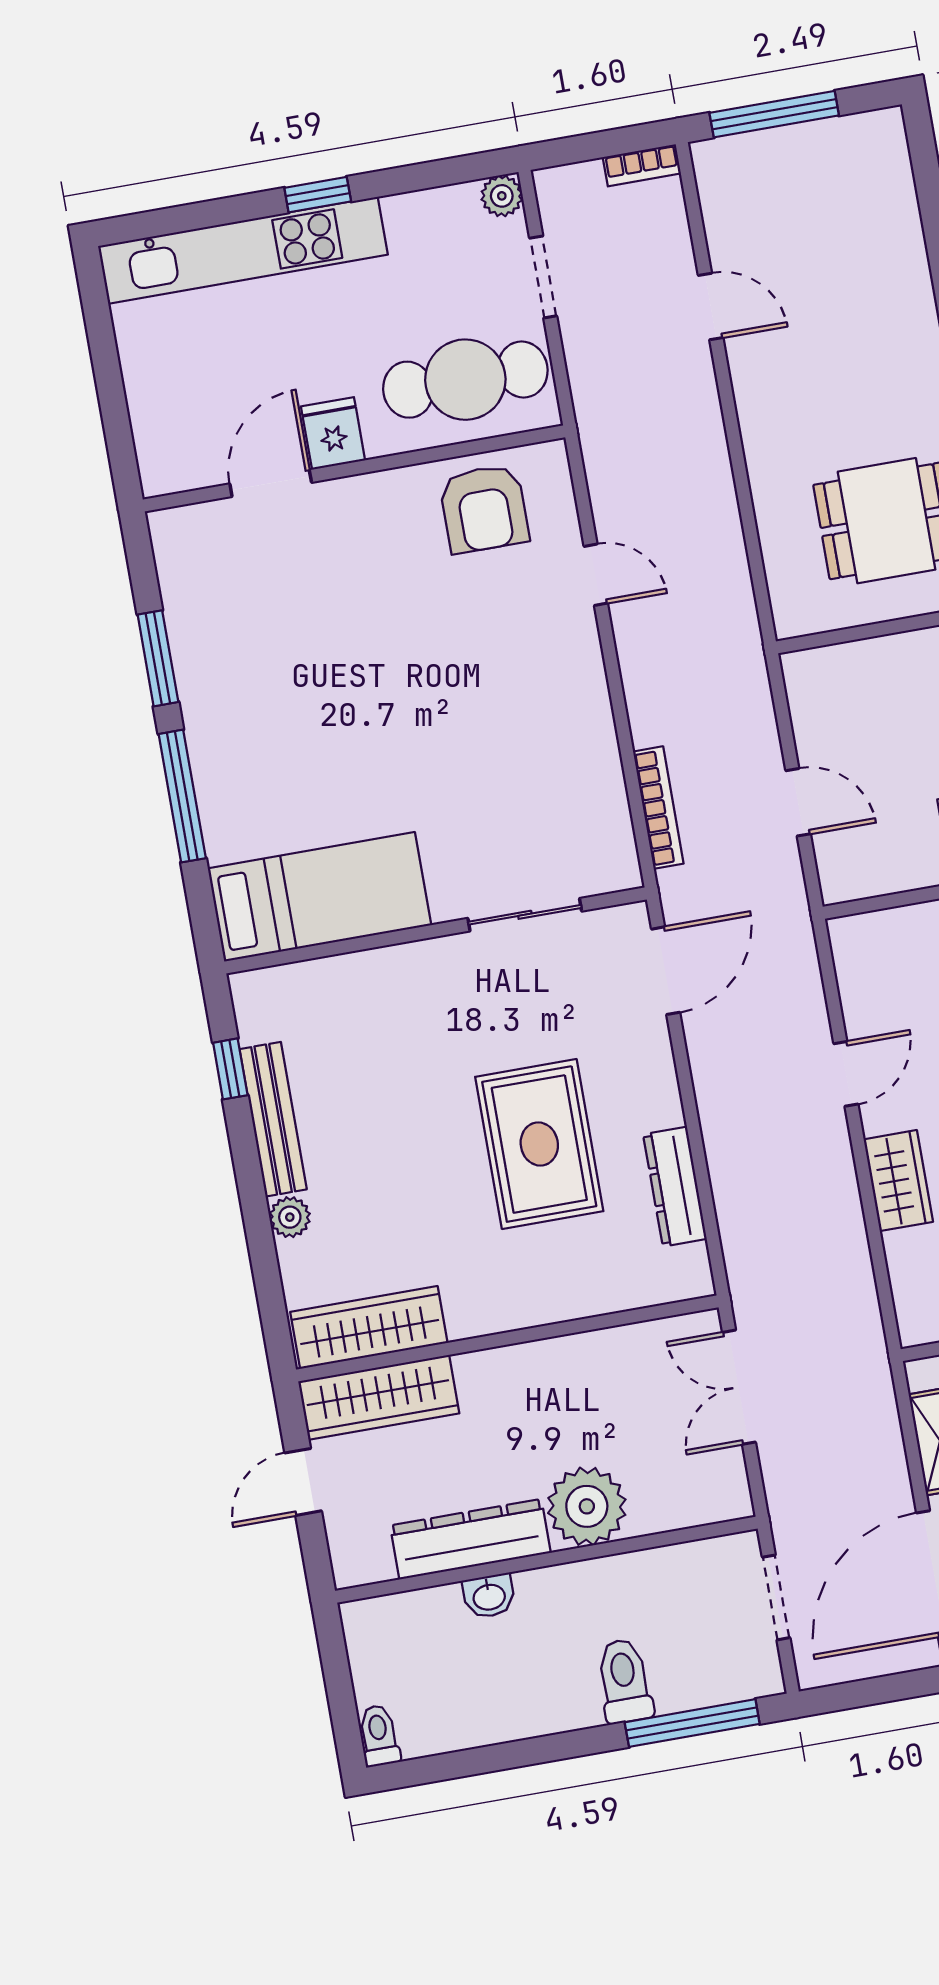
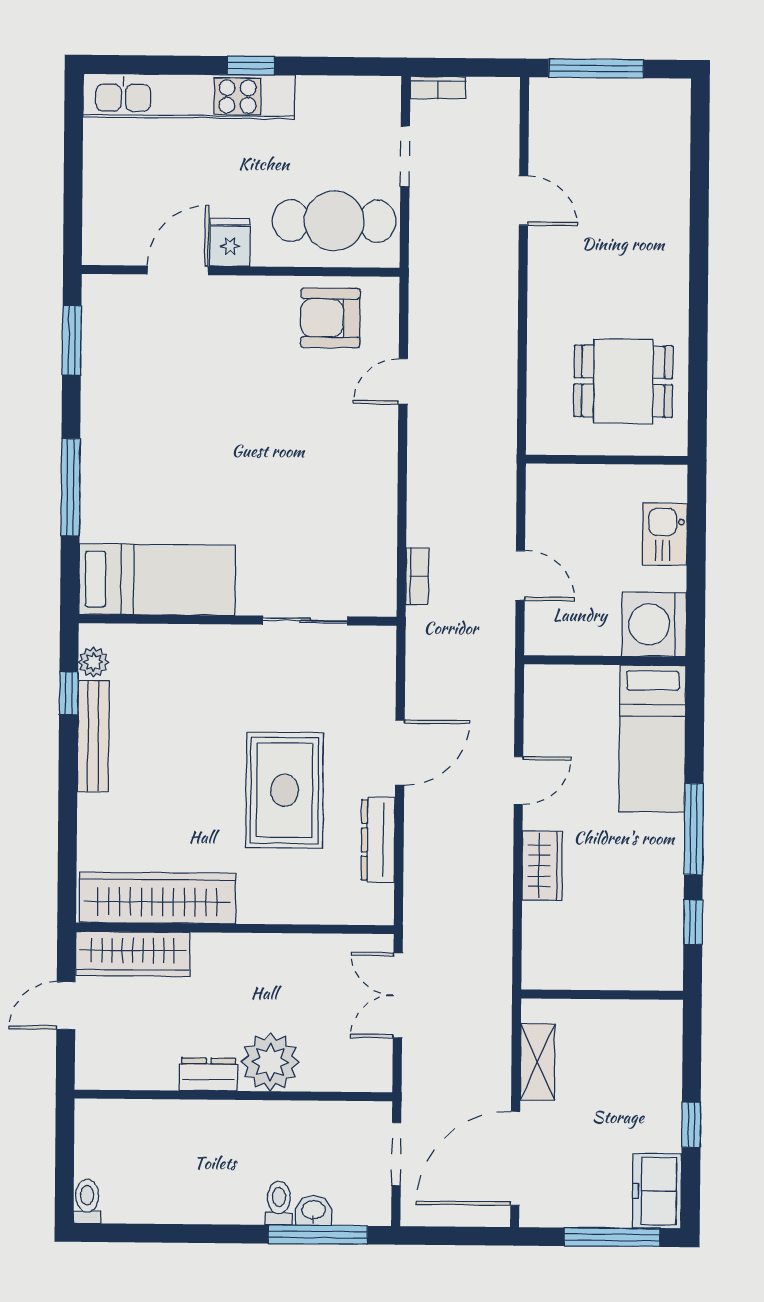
bookcase: (642, 165) -> (438, 88), moved
plant: (502, 196) -> (386, 91), removed
armchair: (484, 509) -> (330, 318), turned 90
door: (596, 575) -> (403, 381), swing flipped
window: (158, 658) -> (72, 340), moved
bookcase: (658, 808) -> (417, 576), width x0.64
door: (666, 971) -> (400, 753), moved
plant: (290, 1217) -> (93, 662), moved
wardrobe: (369, 1327) -> (157, 898), width x1.40, depth x1.17
dresser: (470, 1539) -> (209, 1074), width x0.51, depth x0.80
washbasin: (489, 1596) -> (314, 1211), moved, turned 180
toilet: (624, 1681) -> (279, 1203), width x0.73, depth x0.72

